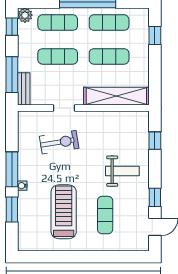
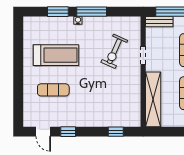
exercise bike: (59, 142) -> (114, 51), turned 33
weight bench: (122, 171) -> (90, 104), removed

